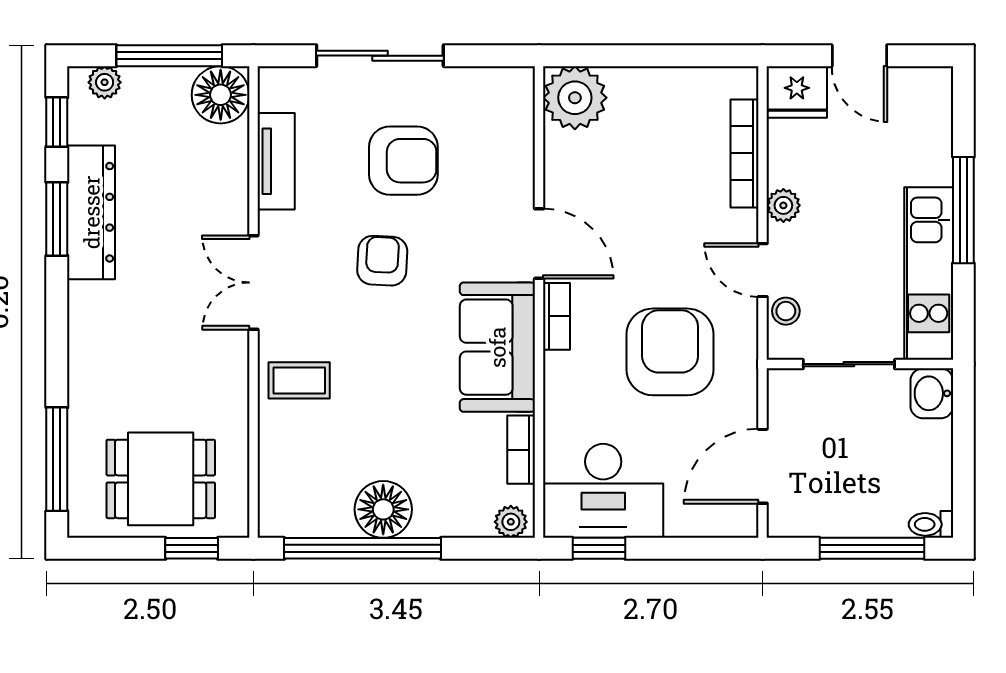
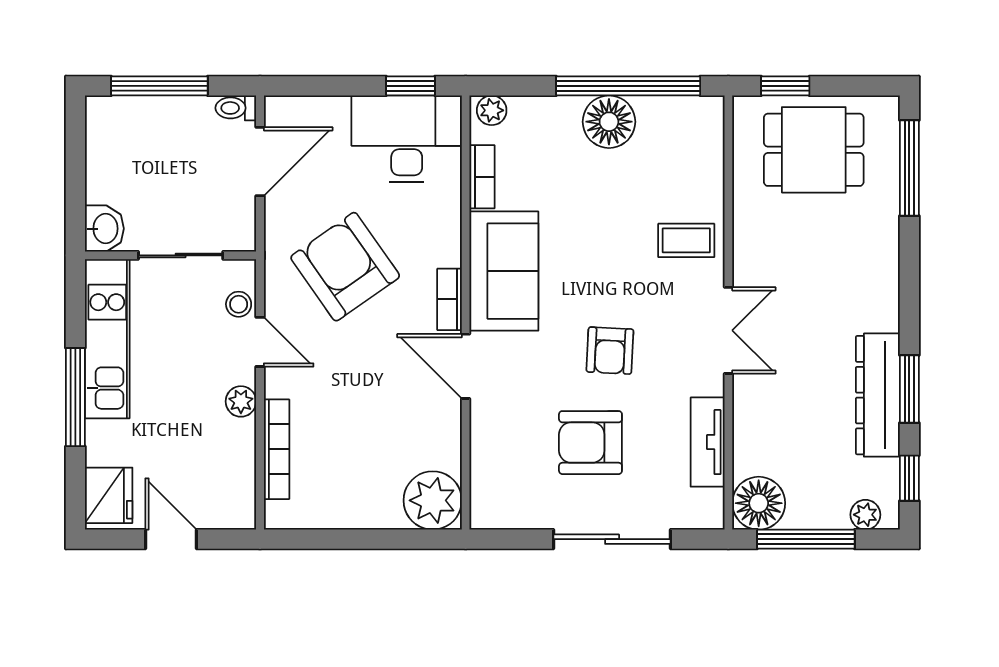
fridge: (797, 92) -> (109, 495), moved, turned 90
armchair: (670, 352) -> (345, 267), turned 145
toilet: (931, 524) -> (236, 108), moved, turned 180

